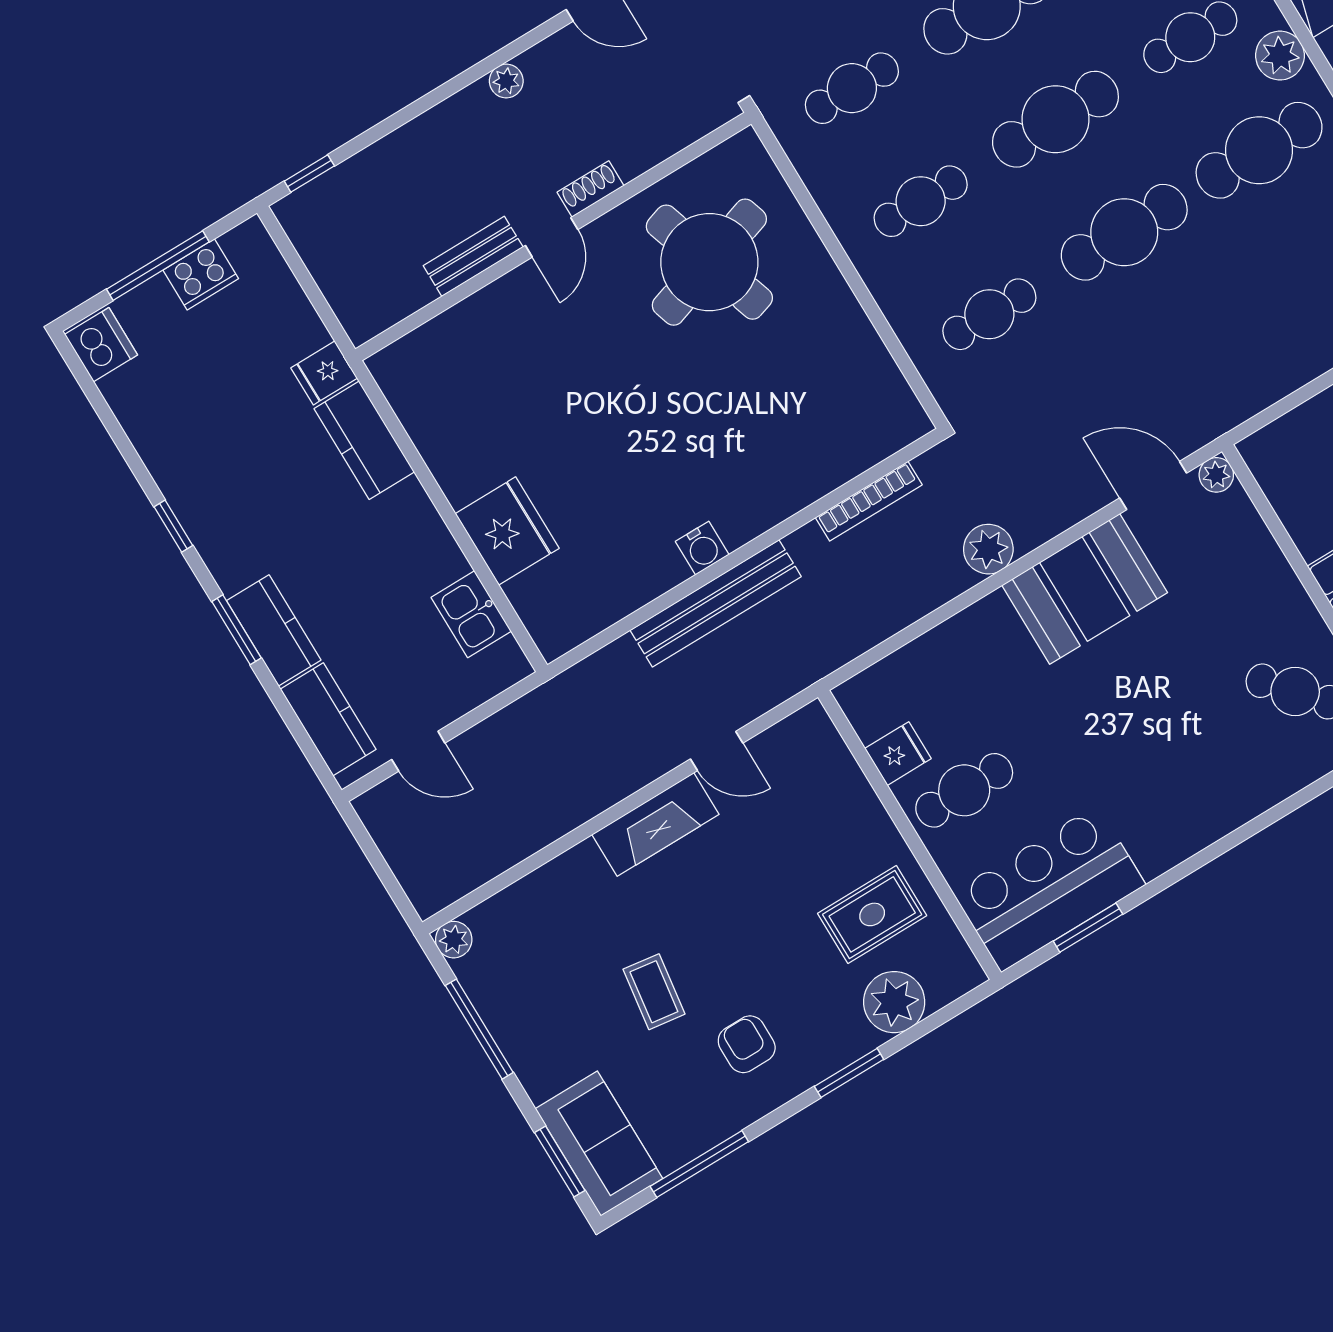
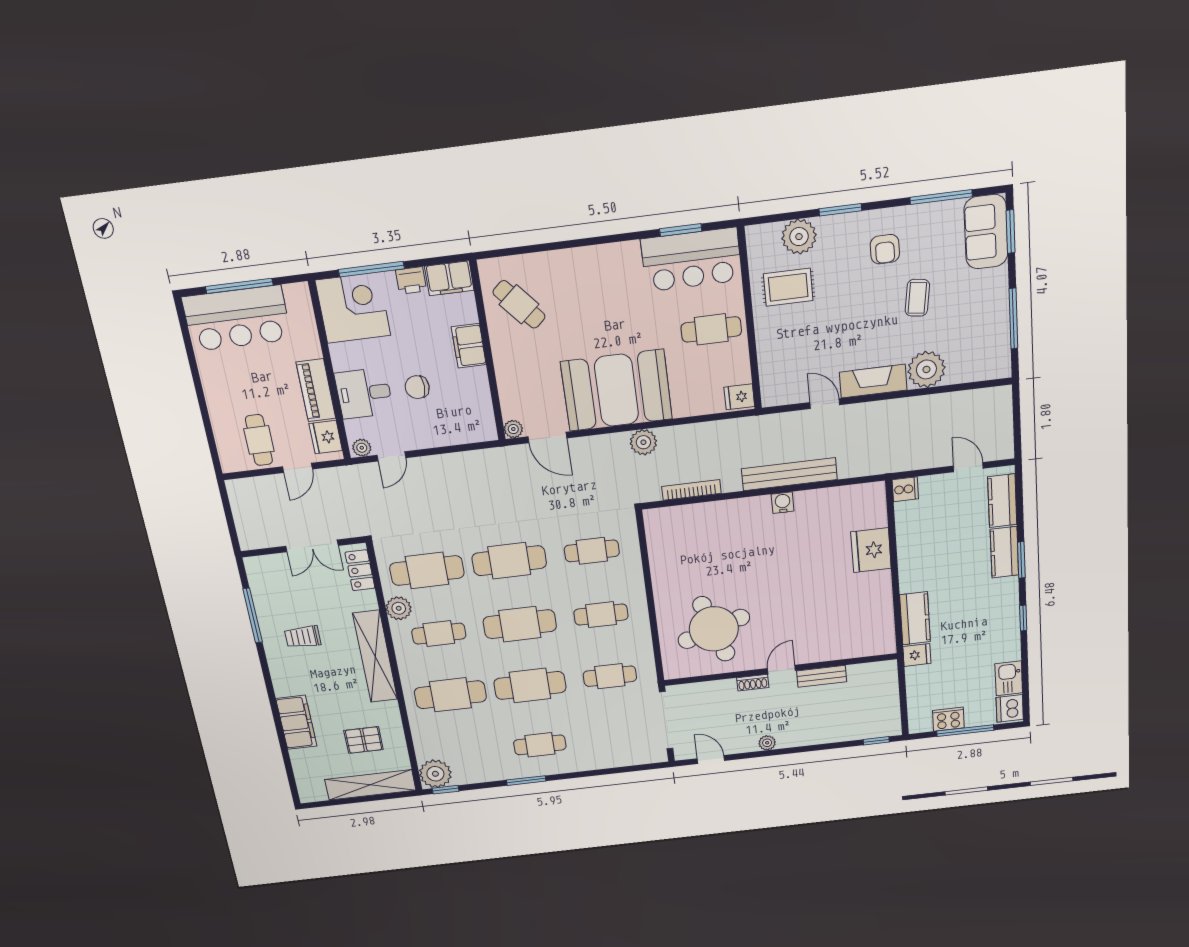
booth: (1085, 589) -> (616, 390), width x1.36, depth x1.42
kitchen sink: (471, 614) -> (1009, 678), moved, turned 180
cooker: (505, 665) -> (905, 489), added
fridge: (898, 754) -> (739, 397), moved
plant: (454, 940) -> (926, 369), moved, width x1.88, depth x1.88

